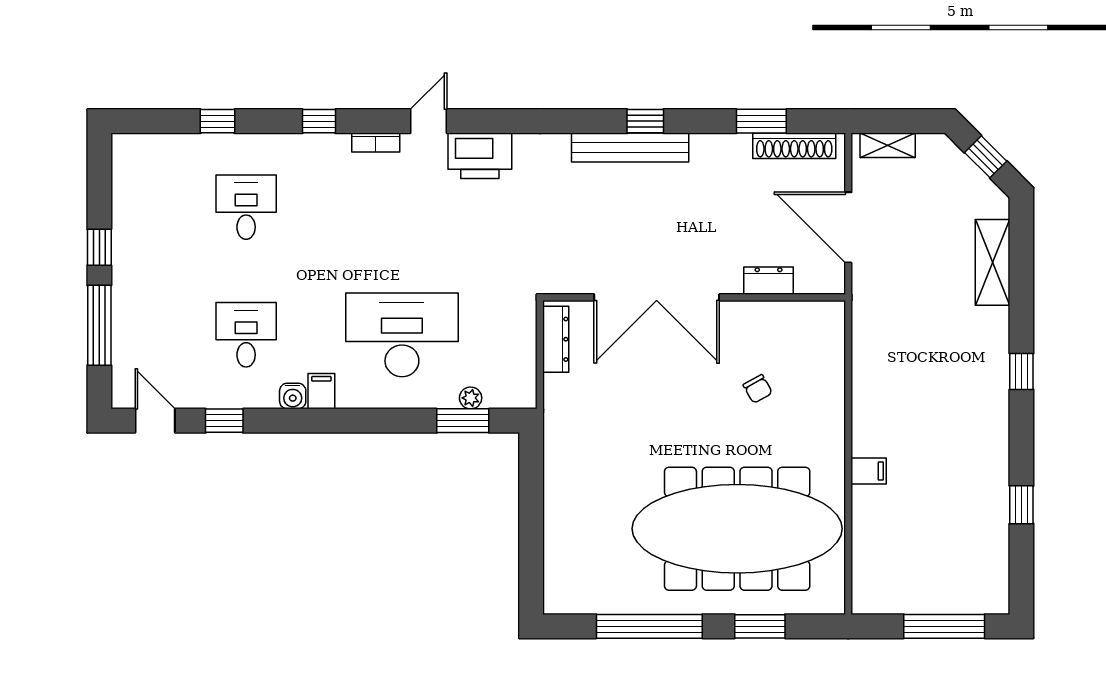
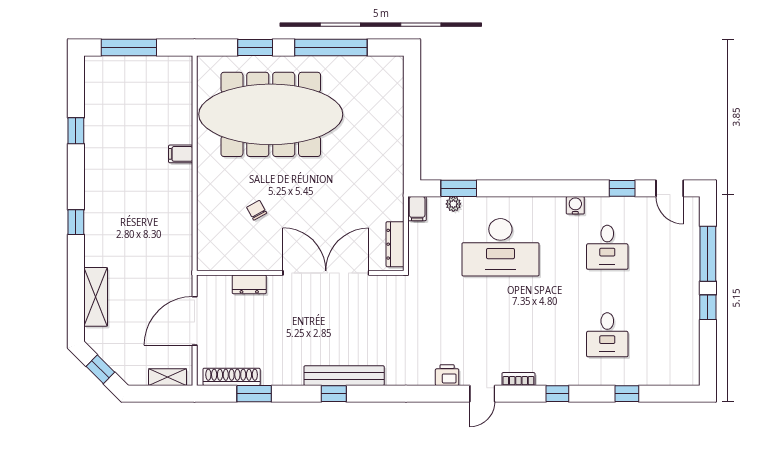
printer: (480, 156) -> (447, 375), width x0.53, depth x0.68
door: (848, 227) -> (195, 321), swing flipped
filing cabinet: (321, 391) -> (417, 209), moved

